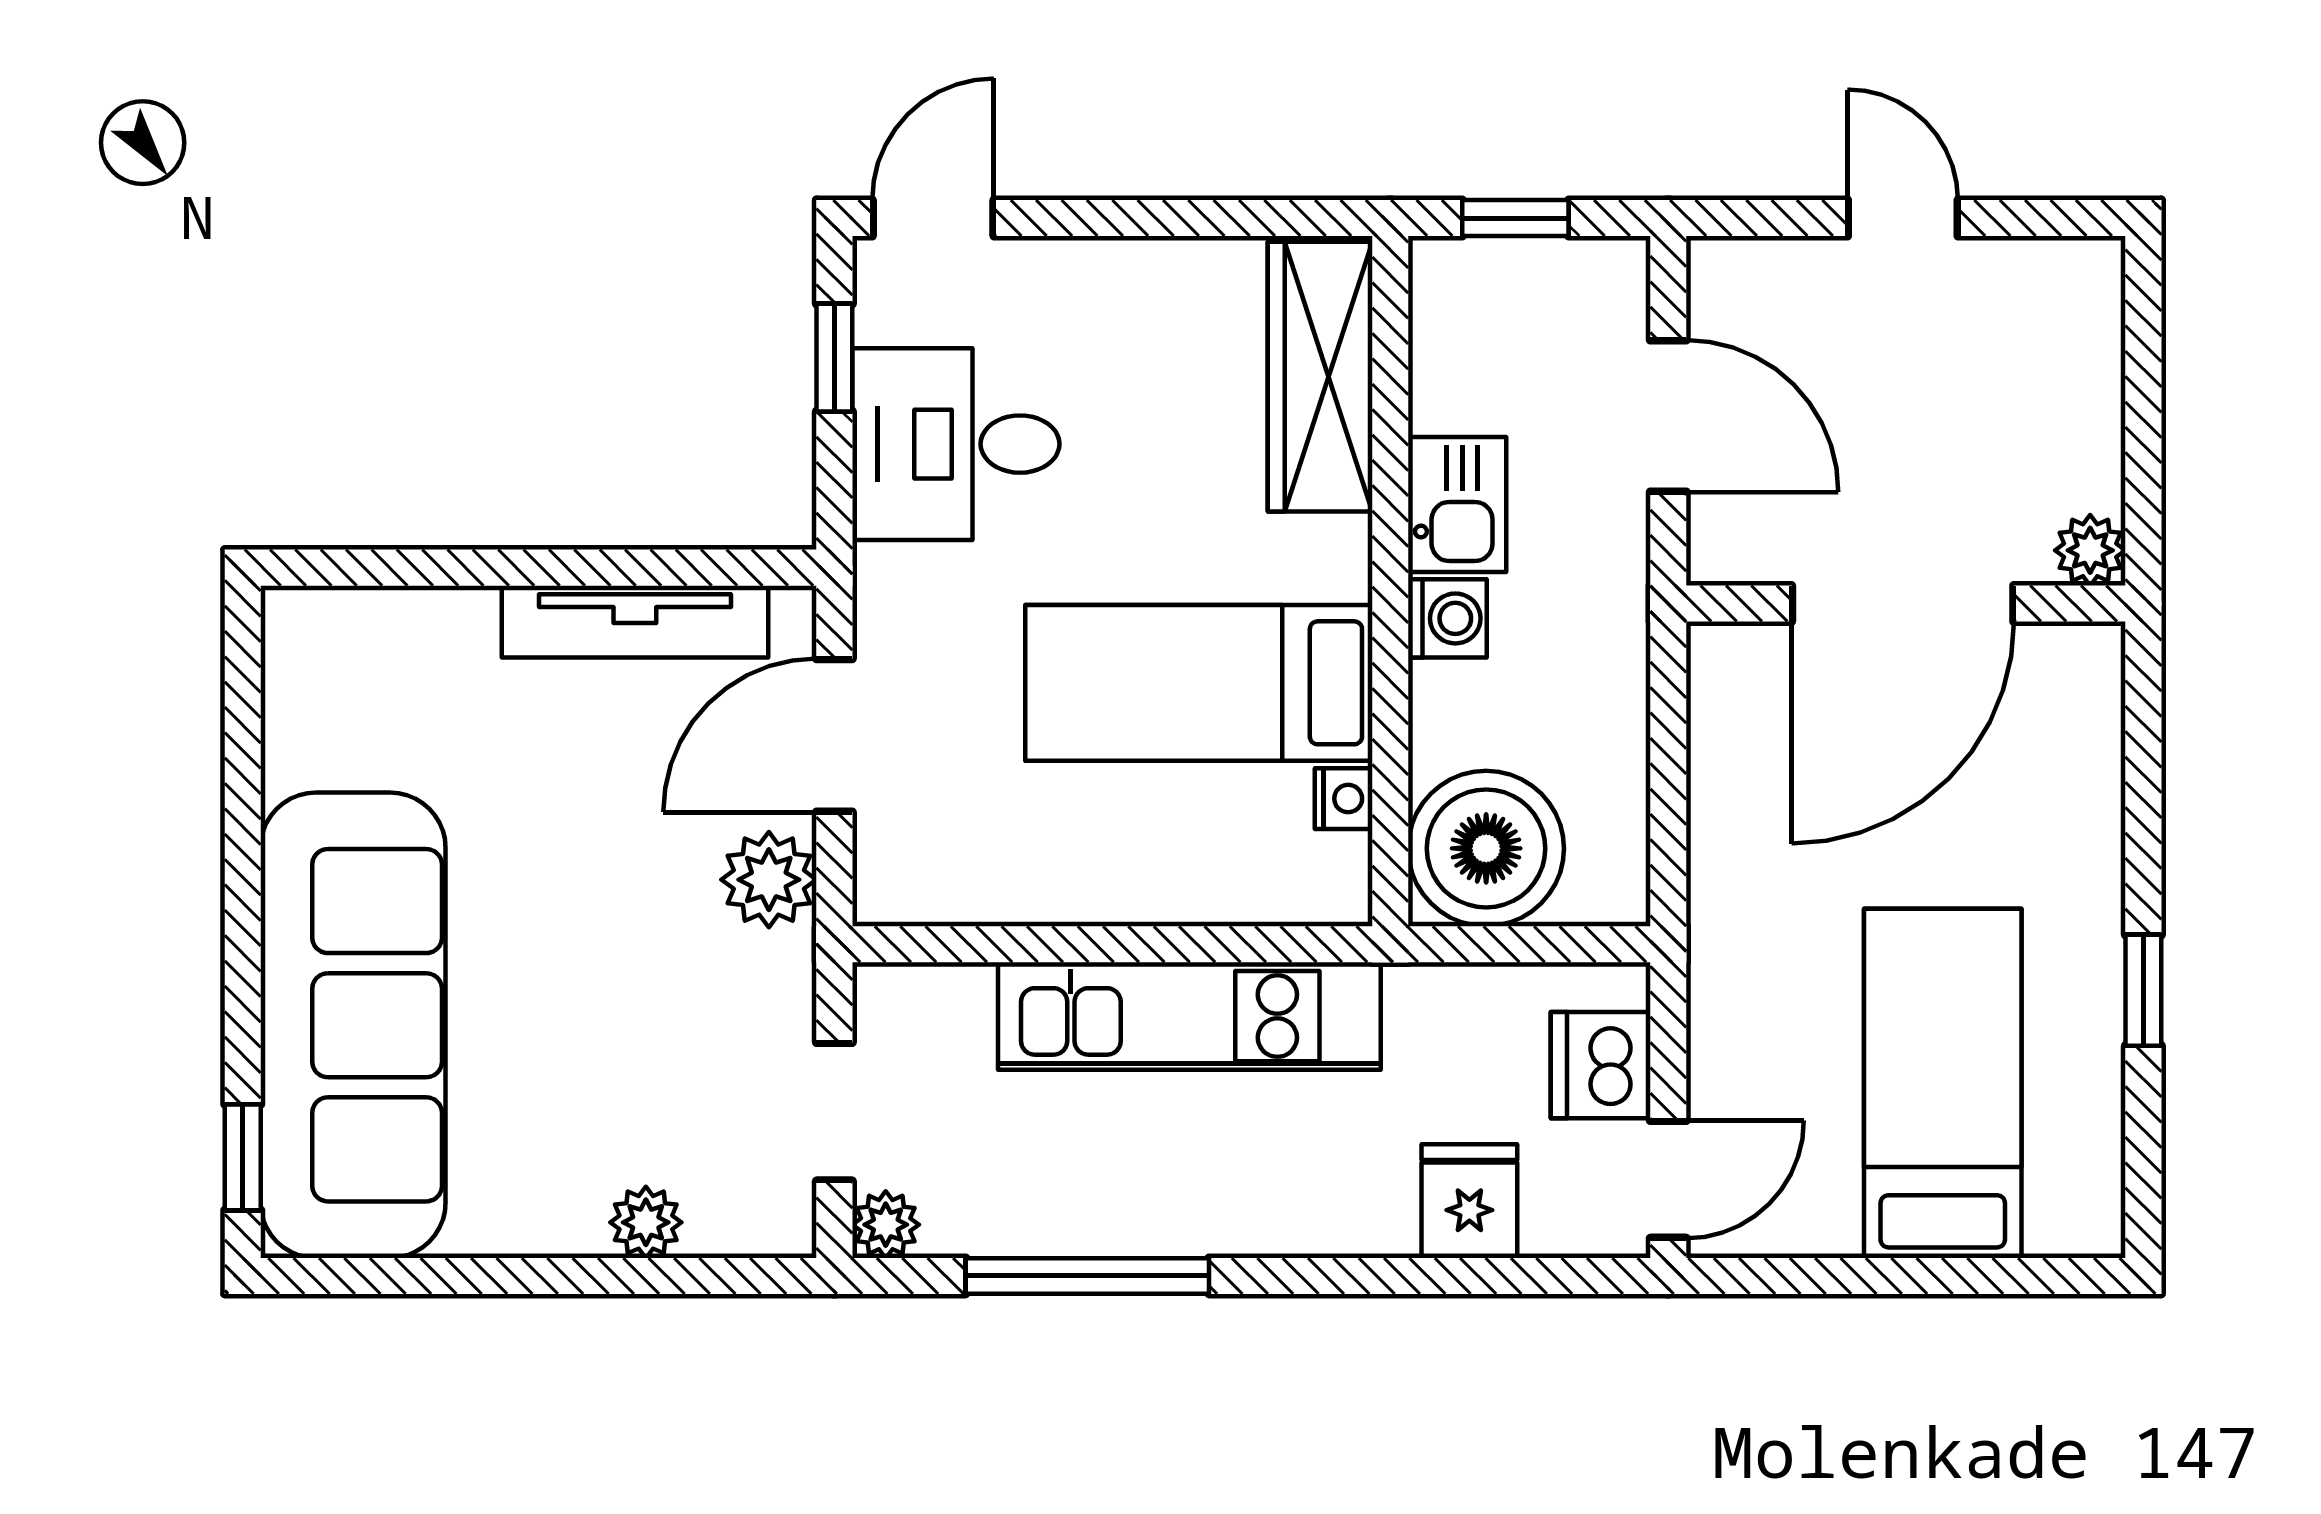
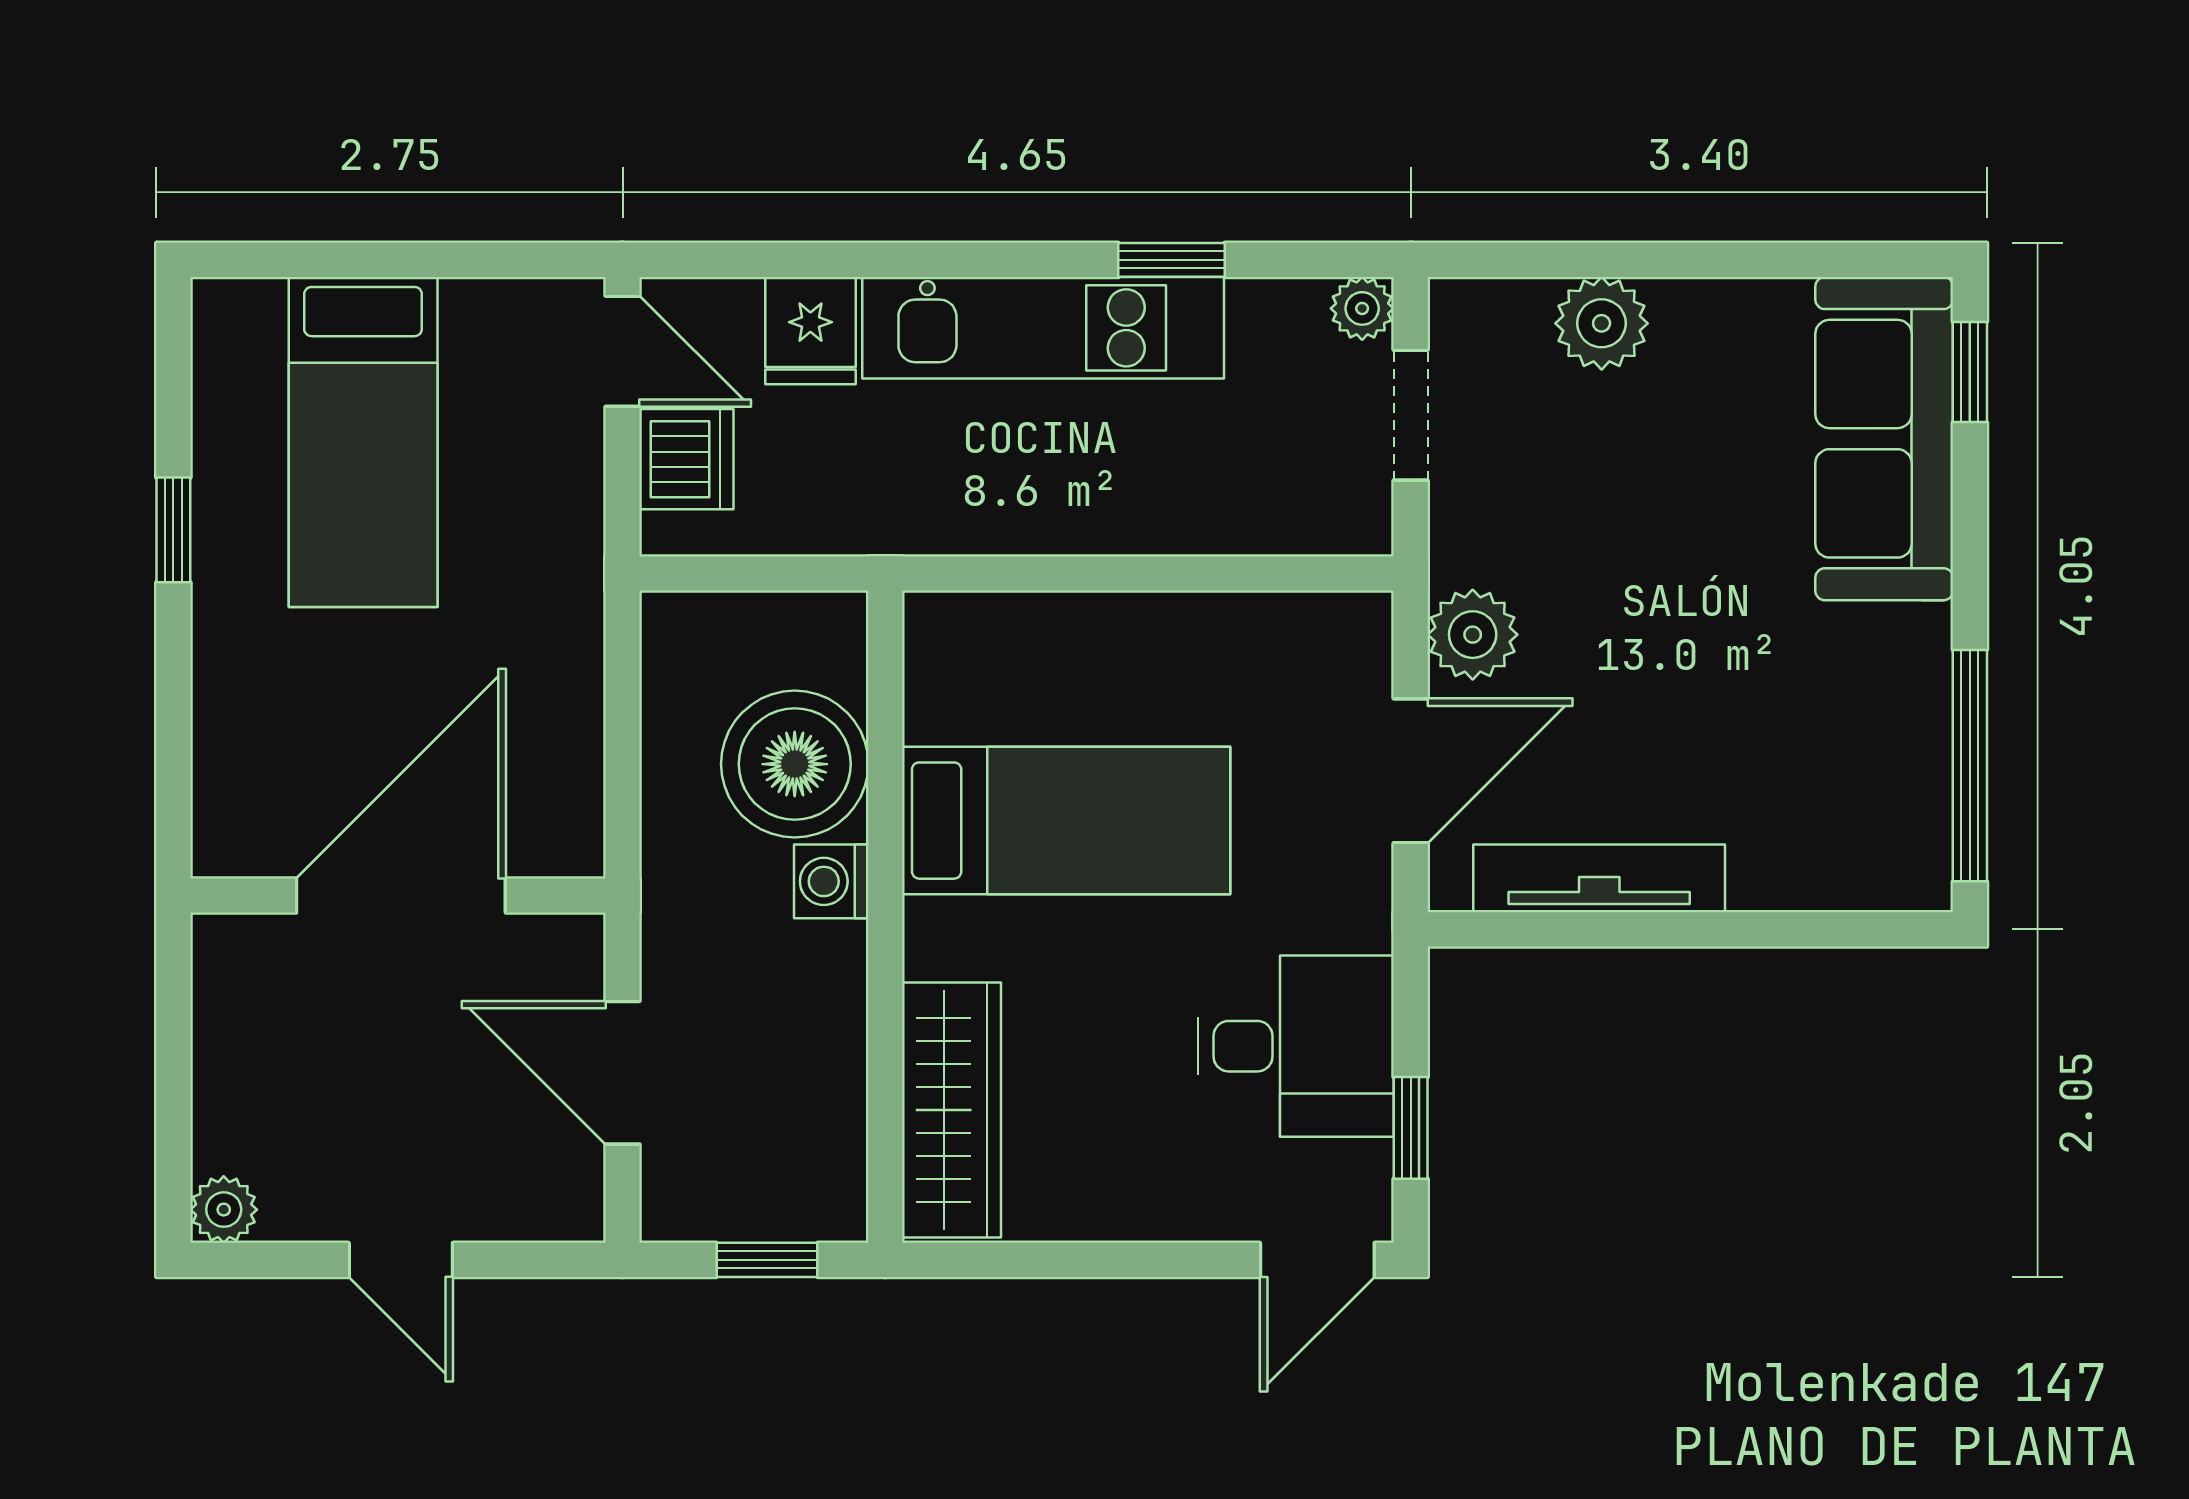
kitchen sink: (1457, 505) -> (822, 989), removed
plant: (2090, 550) -> (224, 1210), moved
window: (243, 741) -> (1970, 766), added
nightstand: (1344, 799) -> (929, 711), removed
boiler: (1486, 848) -> (795, 764), moved
kitchen unit: (1189, 1016) -> (1043, 328), moved, turned 180
sofa: (353, 1025) -> (1884, 439), width x0.74, depth x0.79
door: (1668, 1179) -> (623, 351), swing flipped
plant: (646, 1222) -> (1602, 323), width x1.38, depth x1.38
window: (1087, 1276) -> (1172, 260), width x0.46

